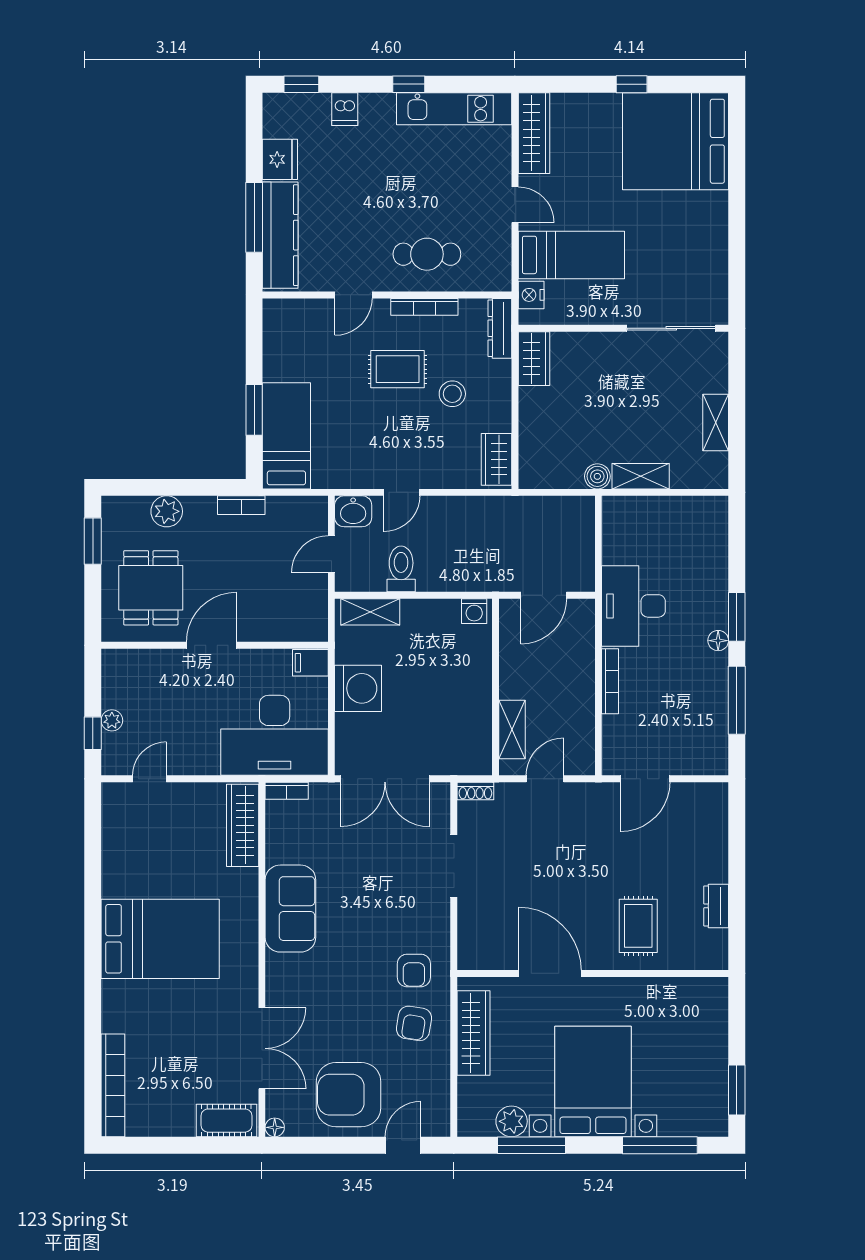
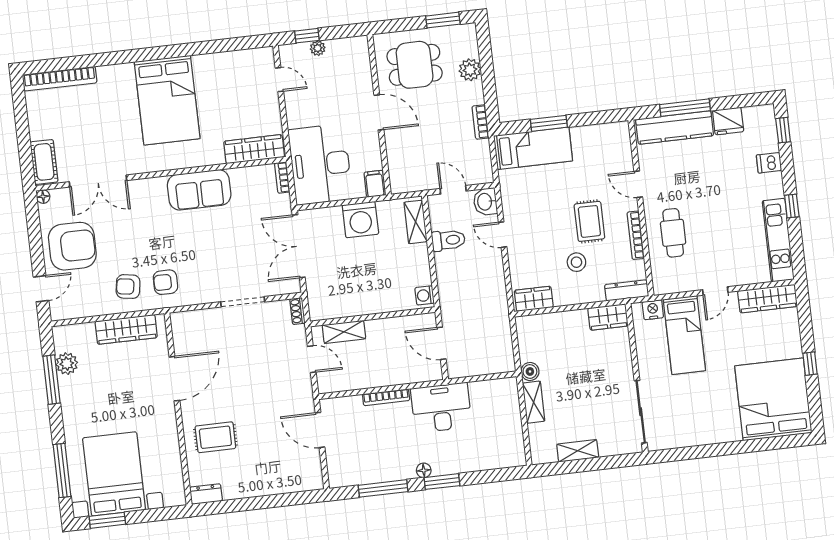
dresser: (716, 906) -> (206, 494), moved
bed with nightstands: (593, 1082) -> (114, 474), moved, turned -90
armchair: (349, 1095) -> (72, 246), turned 90
door: (403, 1145) -> (41, 289), hinge flipped

